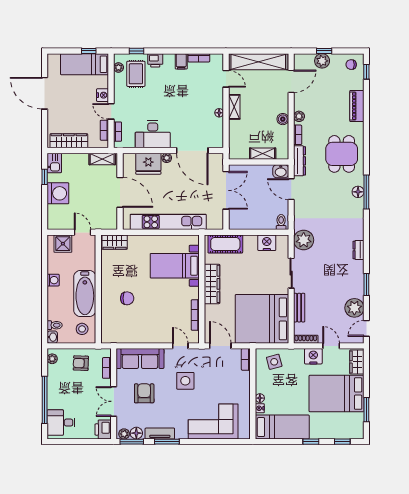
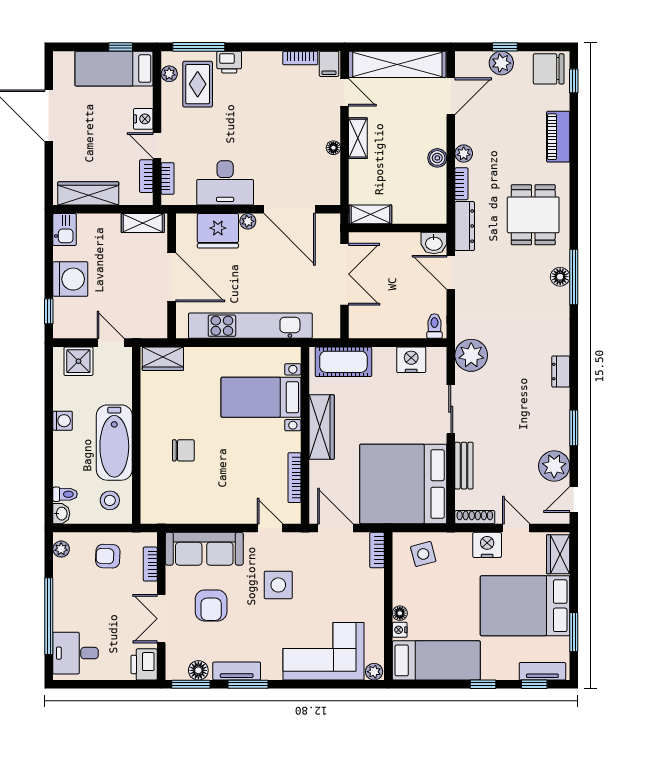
window: (137, 51) -> (199, 47), width x2.17
filing cabinet: (181, 61) -> (329, 64), moved
chair: (351, 65) -> (549, 69), width x1.87, depth x1.87
shelving: (263, 154) -> (370, 214), moved
window: (45, 177) -> (49, 311), moved
armchair: (144, 393) -> (211, 605), turned 180
plant: (124, 434) -> (374, 672), moved
tv unit: (347, 434) -> (542, 671), added

